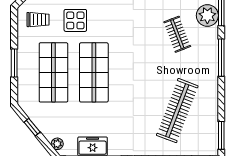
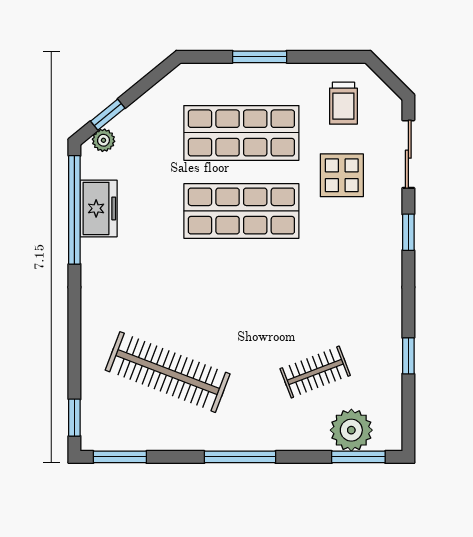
window: (221, 58) -> (240, 457), moved
window: (32, 127) -> (108, 115), moved

